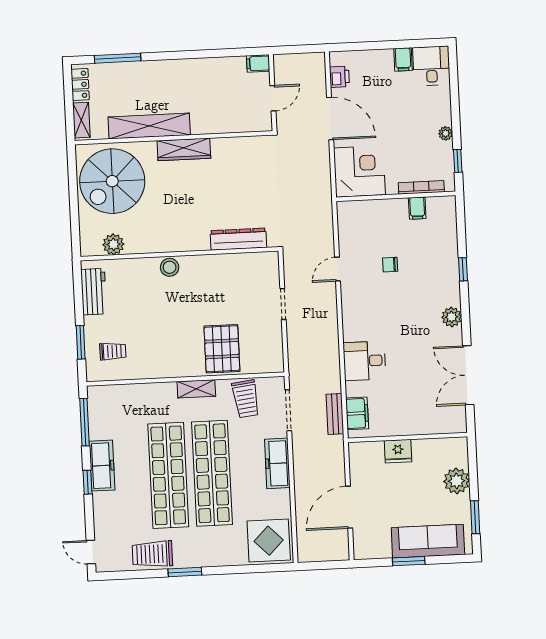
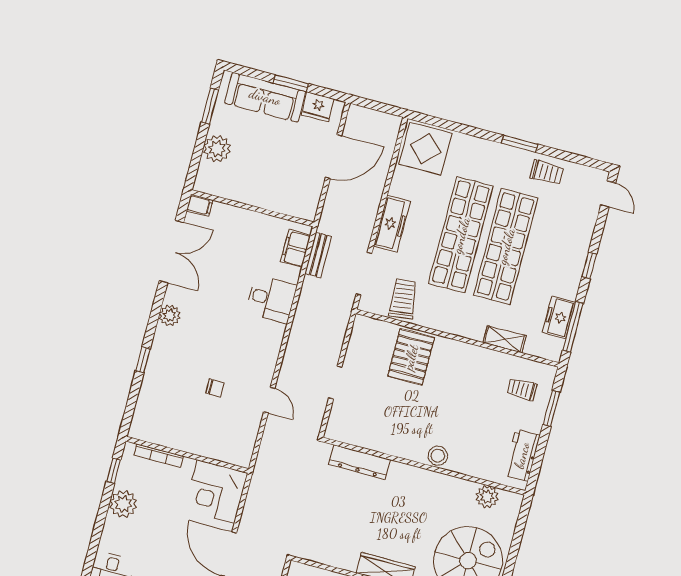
plant: (446, 133) -> (123, 504), width x1.87, depth x1.87
filing cabinet: (417, 208) -> (200, 205), moved, turned 90
door: (337, 269) -> (269, 400), hinge flipped
shelving: (196, 389) -> (505, 339), moved
fridge: (398, 451) -> (318, 107), moved, turned 180
freezer: (102, 466) -> (559, 317), moved, width x0.71
trolley: (152, 554) -> (547, 172), width x0.73, depth x0.72

